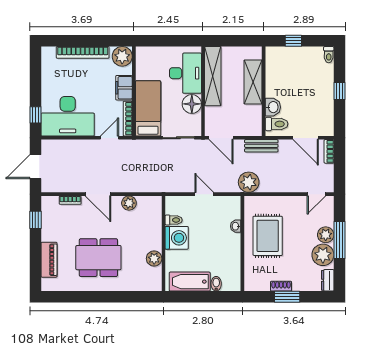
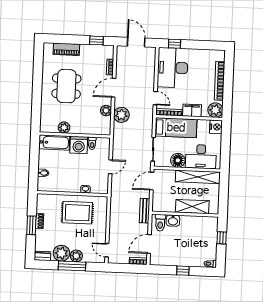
nightstand: (145, 55) -> (216, 127), added
plant: (249, 182) -> (121, 115), moved
bathtub: (190, 282) -> (54, 142), moved, turned 90

